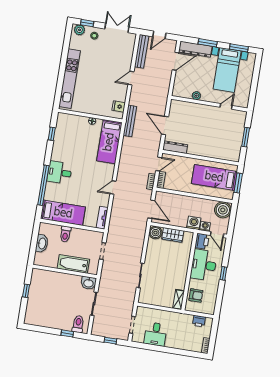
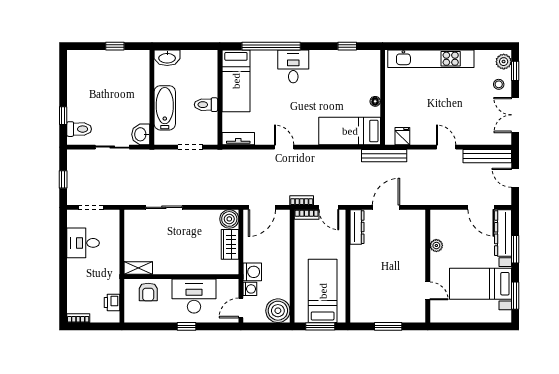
double door: (117, 28) -> (515, 115), swing flipped
toilet: (65, 234) -> (206, 105), moved
printer: (202, 241) -> (228, 288), removed
washbasin: (42, 243) -> (167, 58), moved

